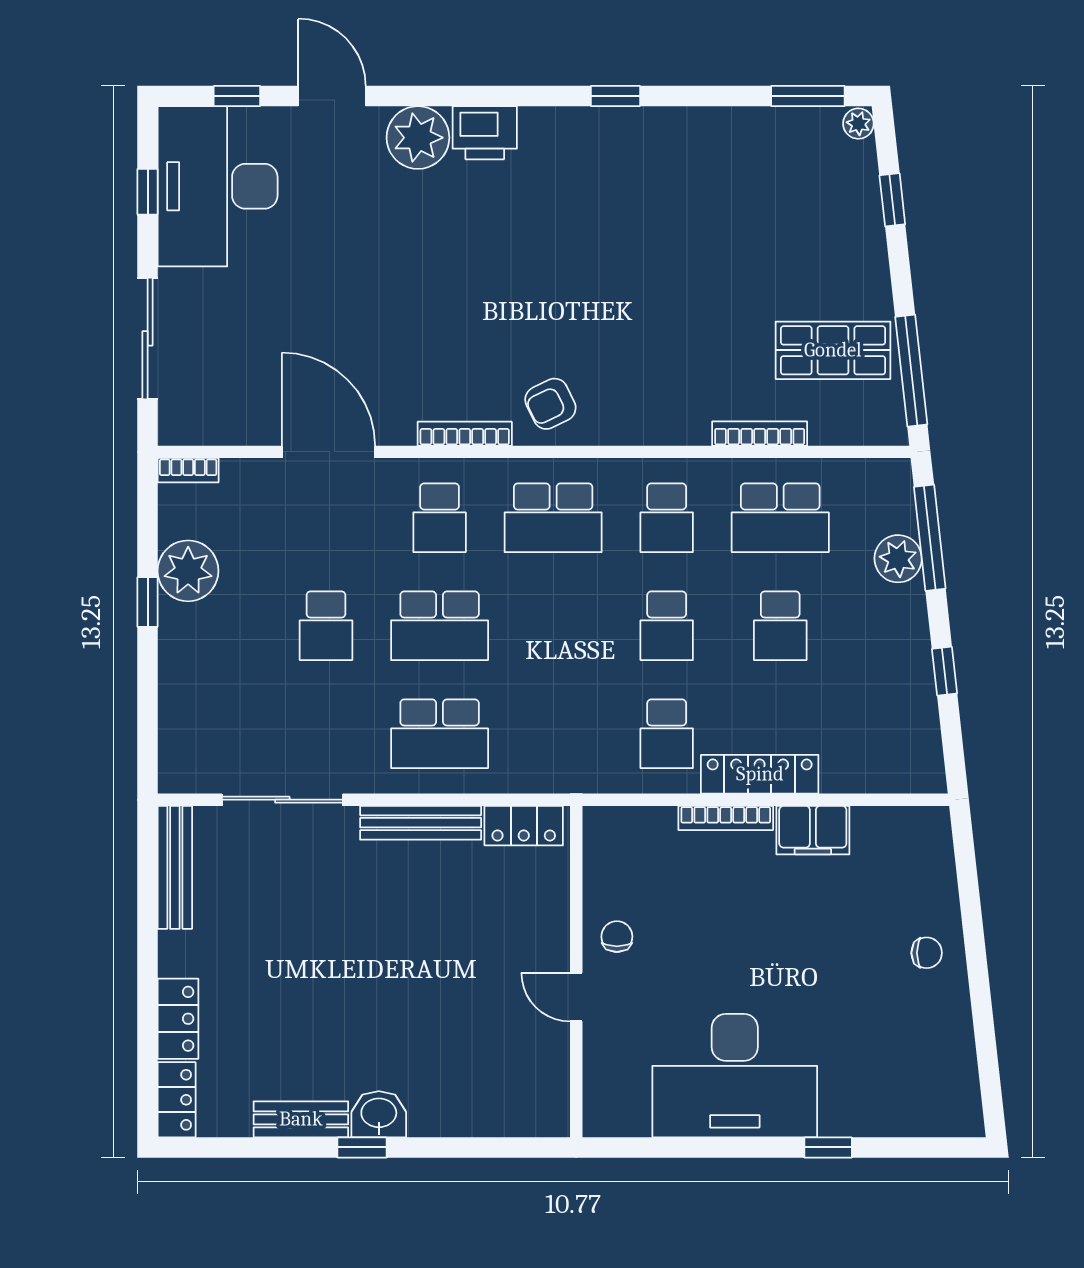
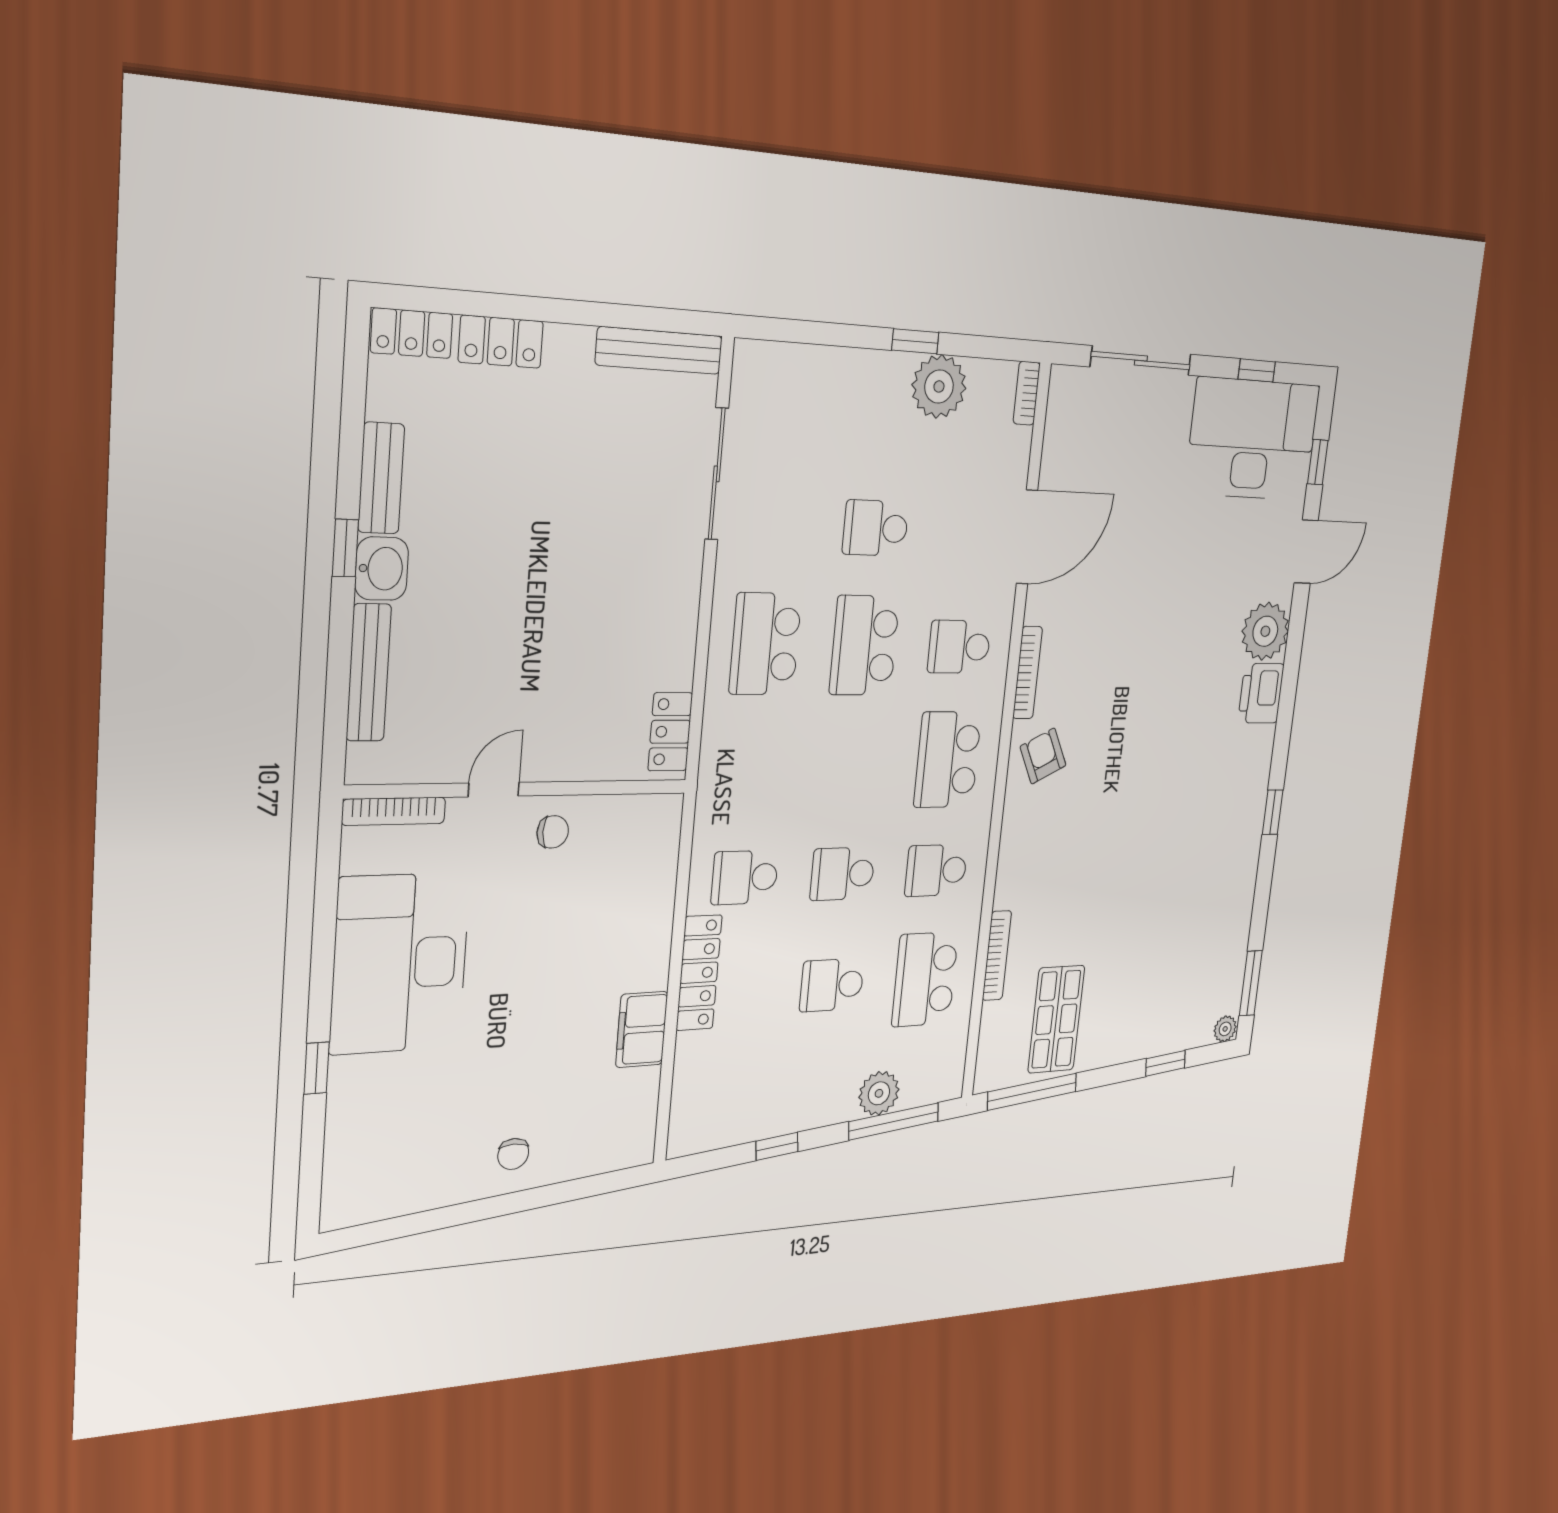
bookcase: (726, 818) -> (394, 811), moved, turned -90
bench: (421, 823) -> (369, 673), moved

